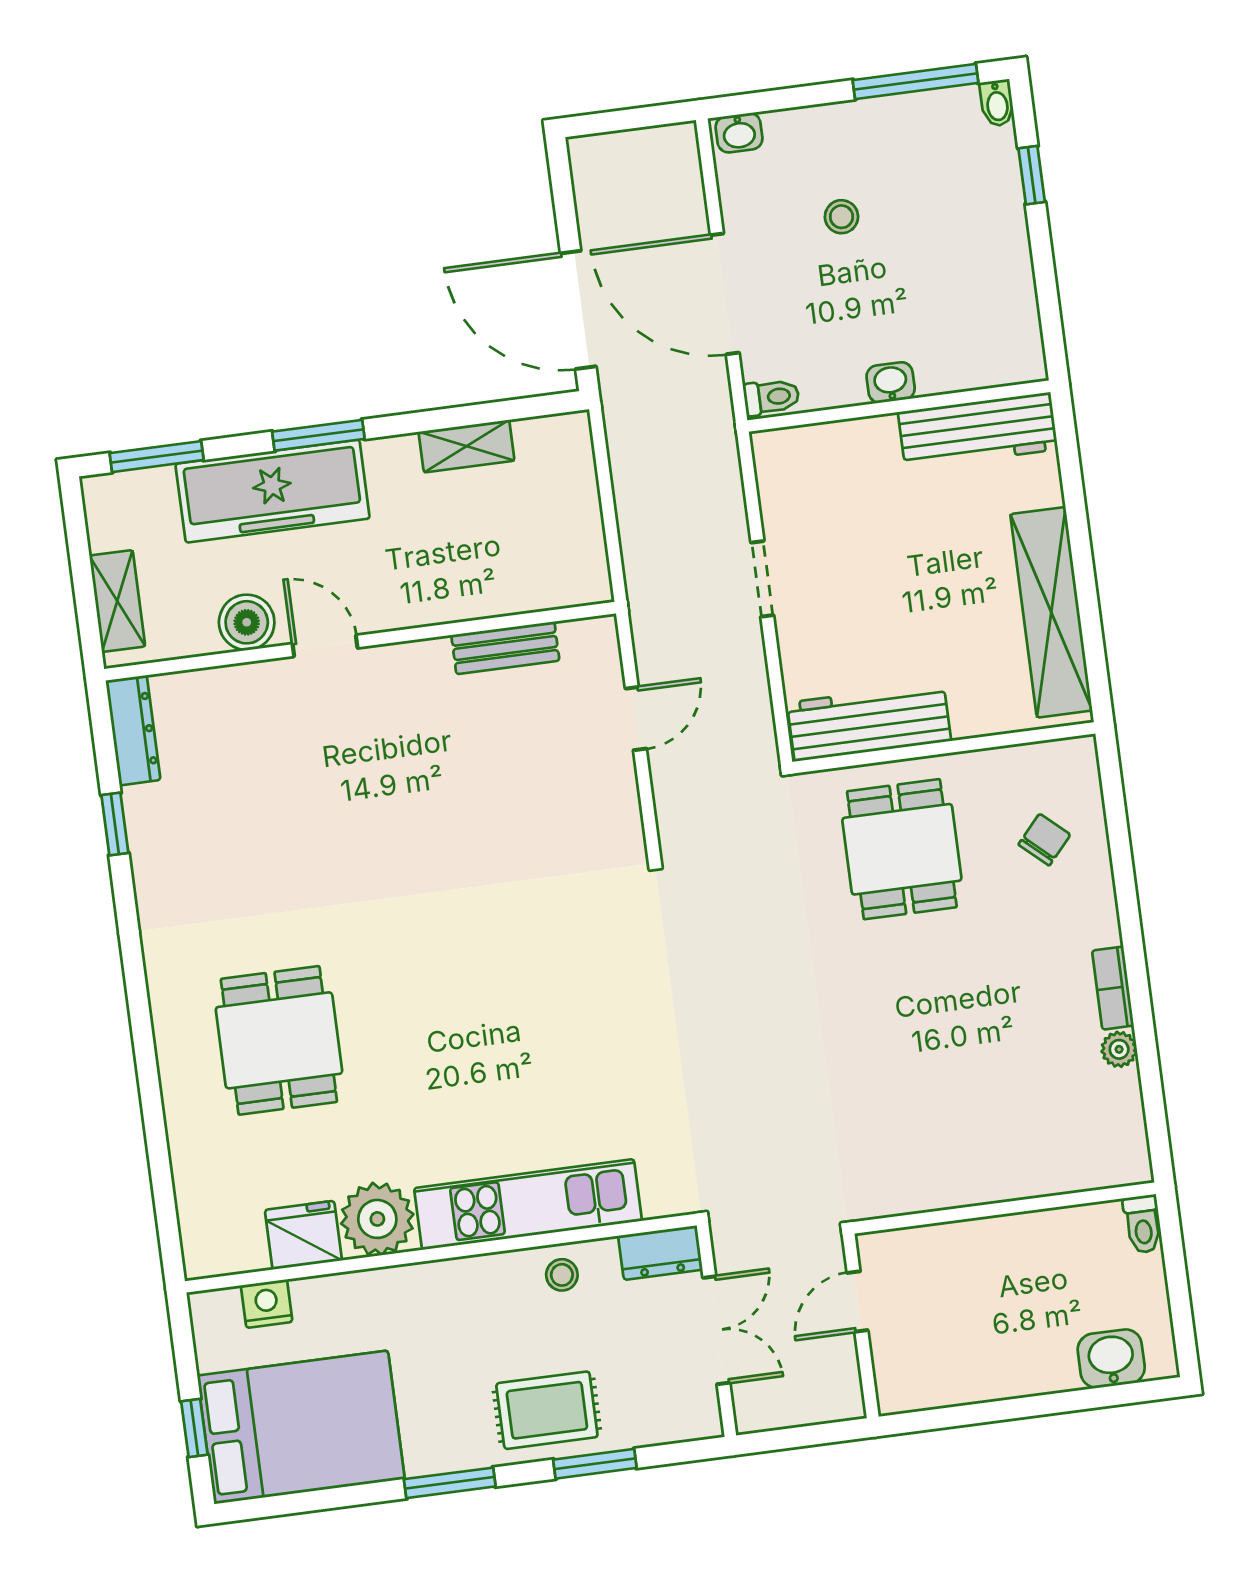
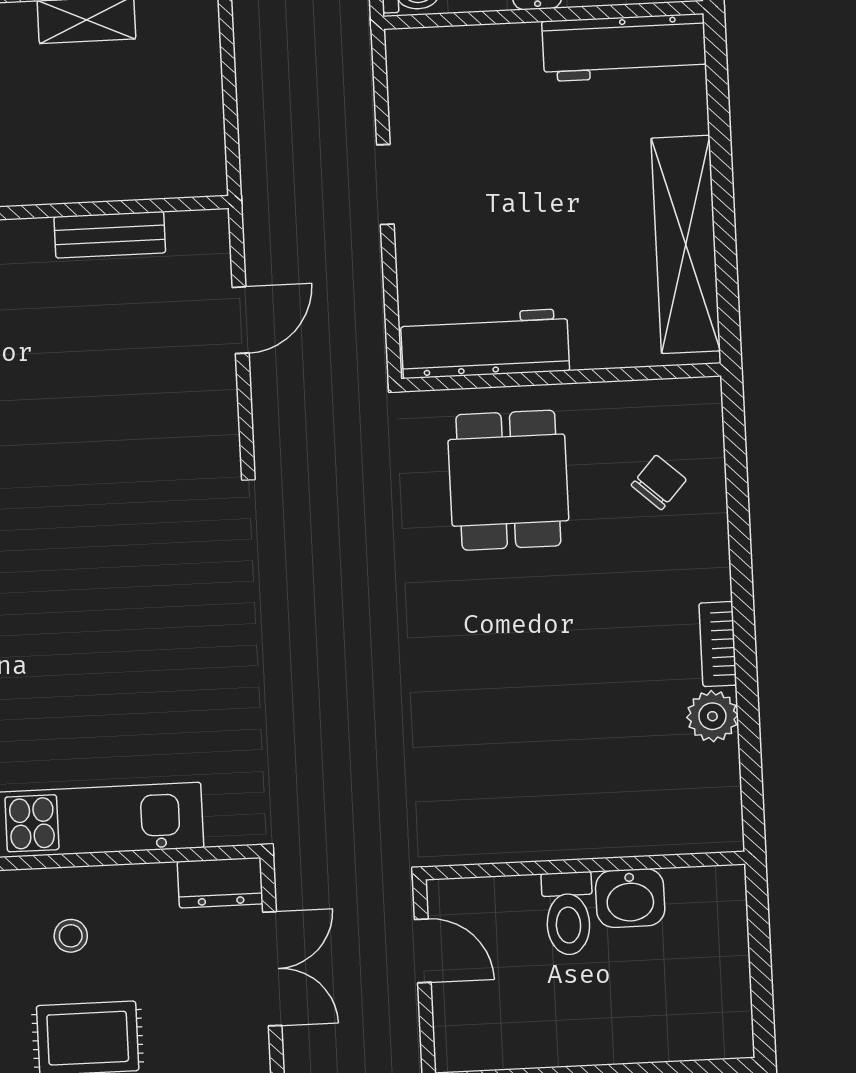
plant: (1119, 1049) -> (712, 716), width x1.38, depth x1.38
toilet: (1143, 1224) -> (568, 914), moved, width x1.37, depth x1.39
stool: (562, 1275) -> (71, 936), moved
door: (857, 1301) -> (423, 951), swing flipped
washbasin: (1111, 1359) -> (630, 898), moved, turned 180

